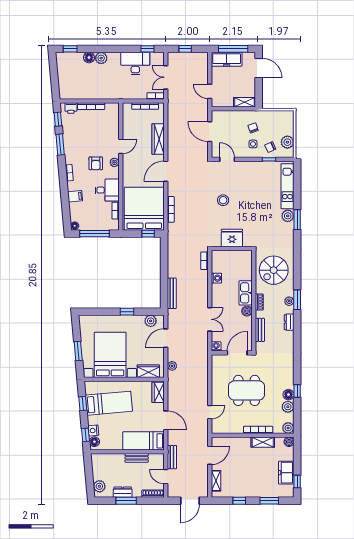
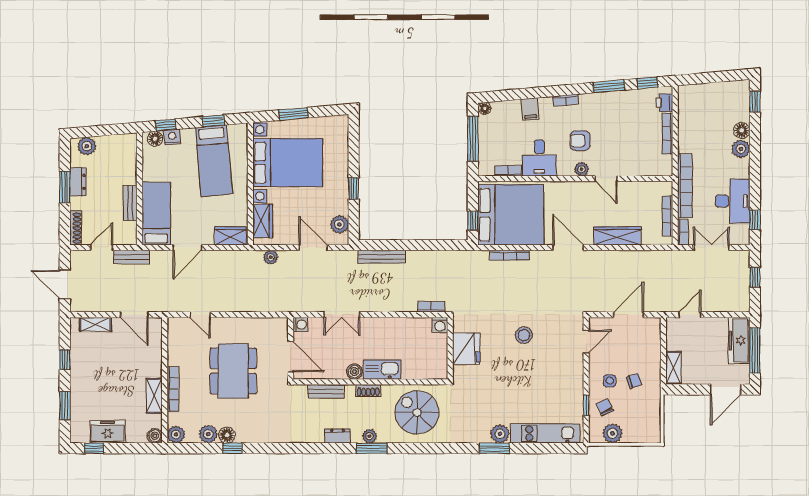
bookcase: (125, 95) -> (685, 186), added
washing machine: (216, 278) -> (440, 325), moved

